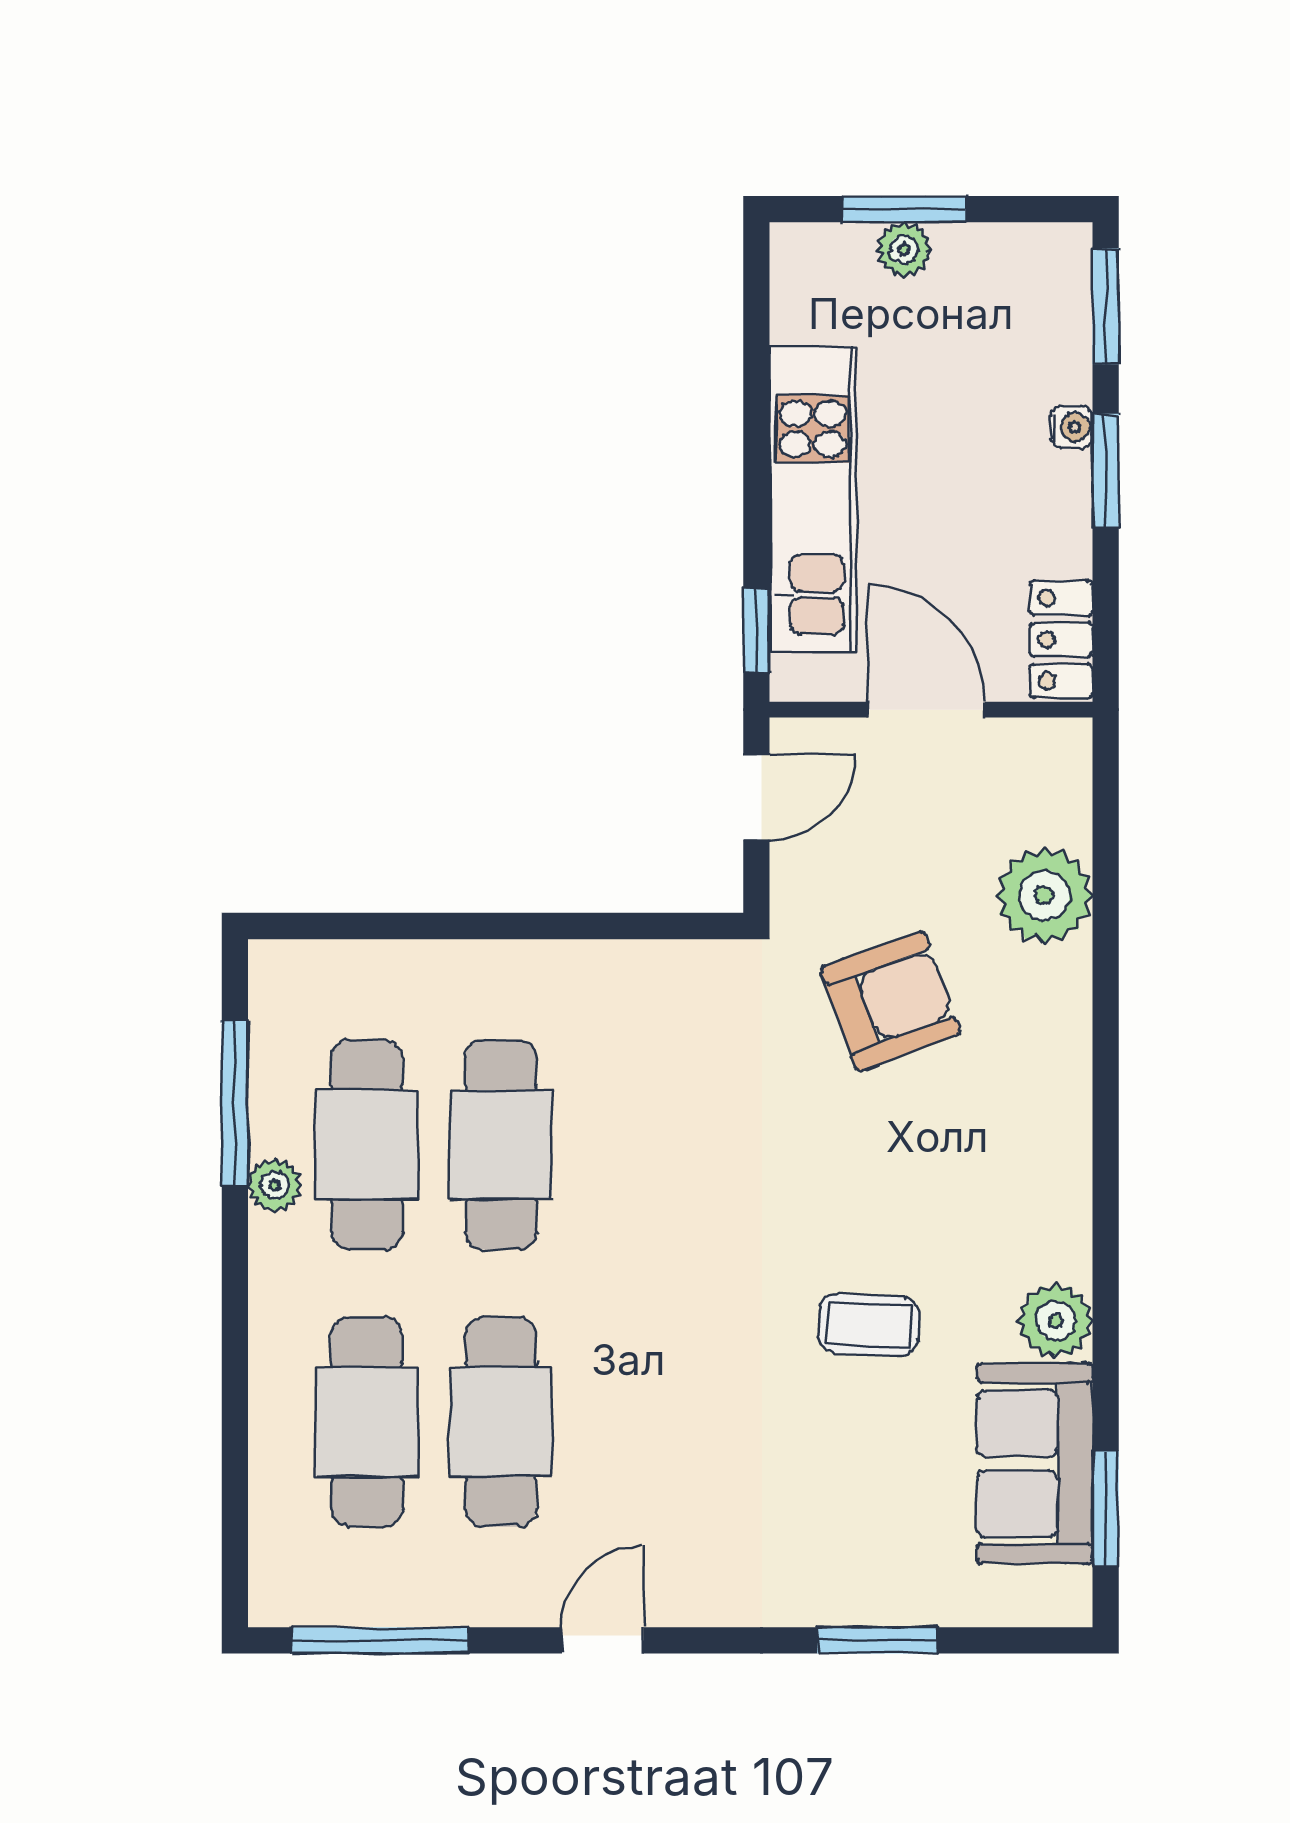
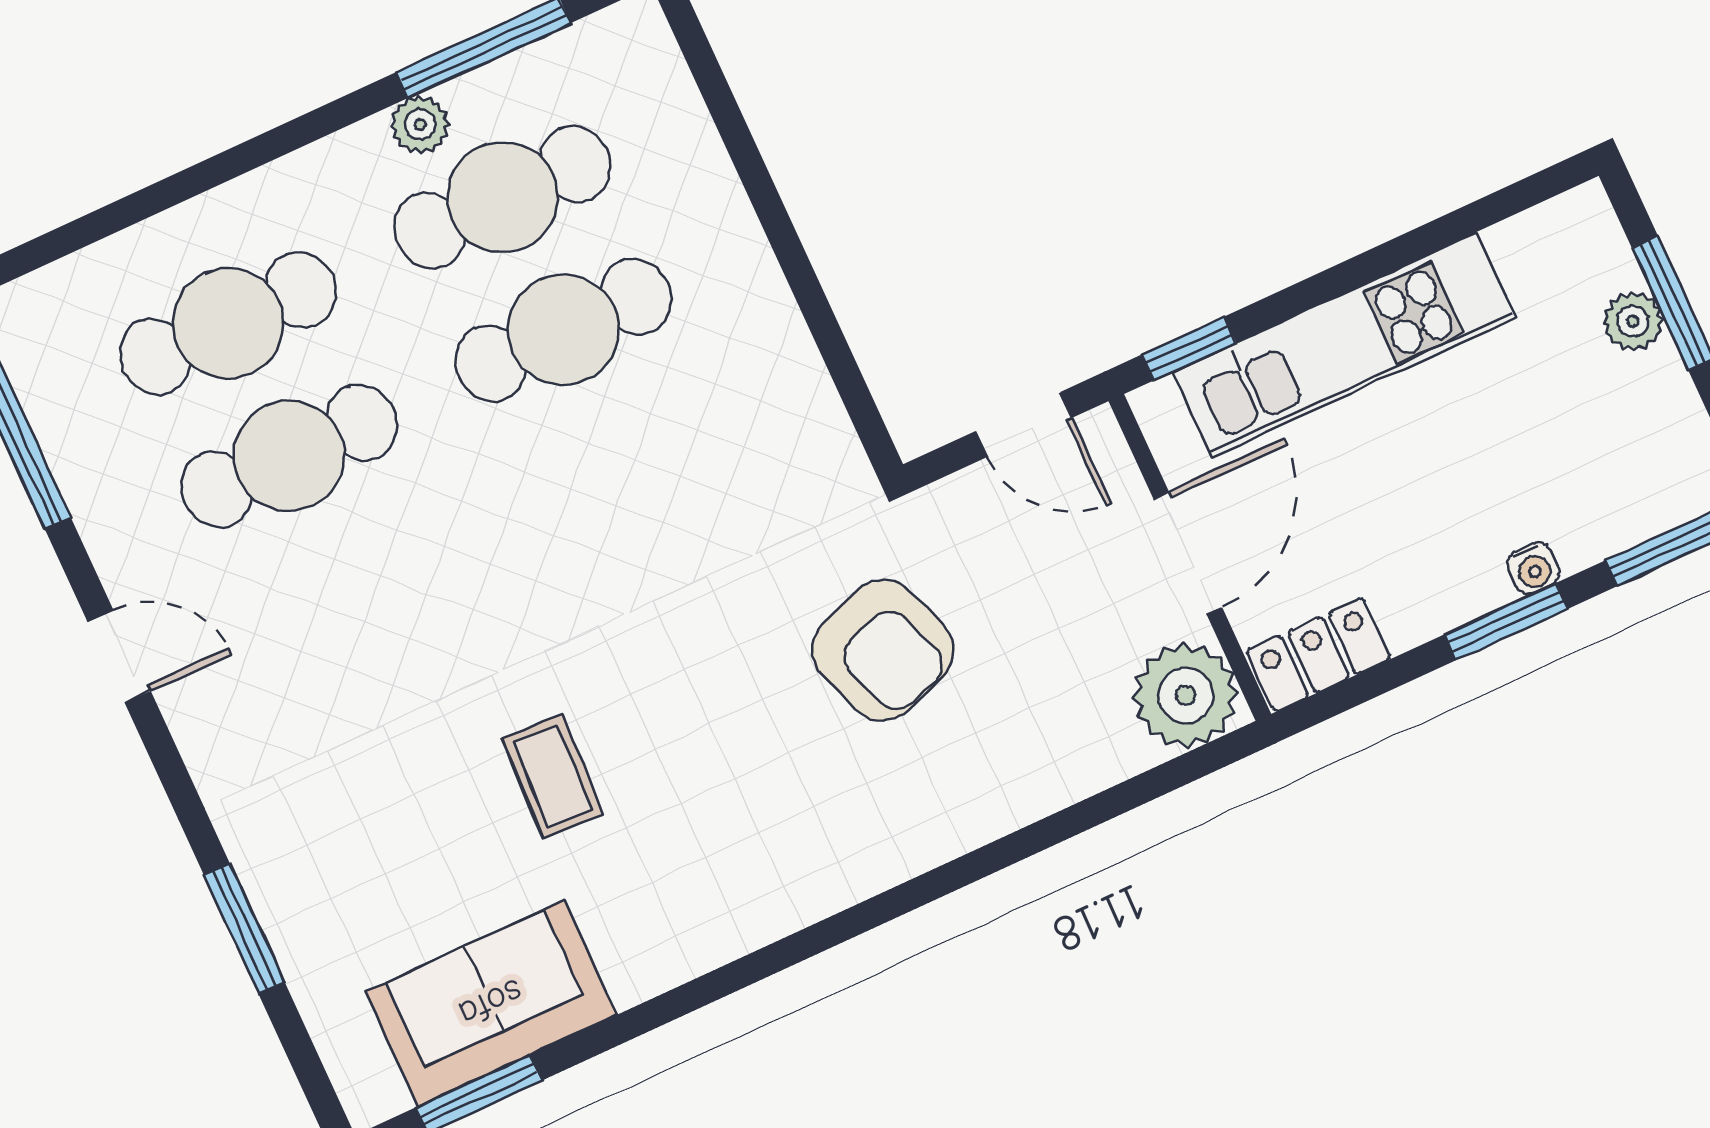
plant: (1044, 895) -> (1186, 695), moved
plant: (1055, 1321) -> (642, 959), removed

